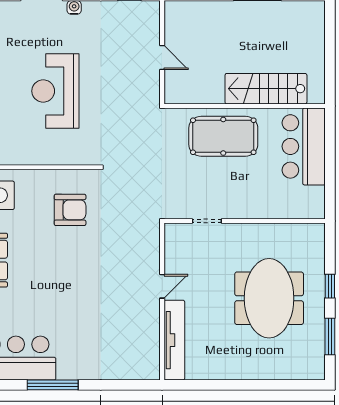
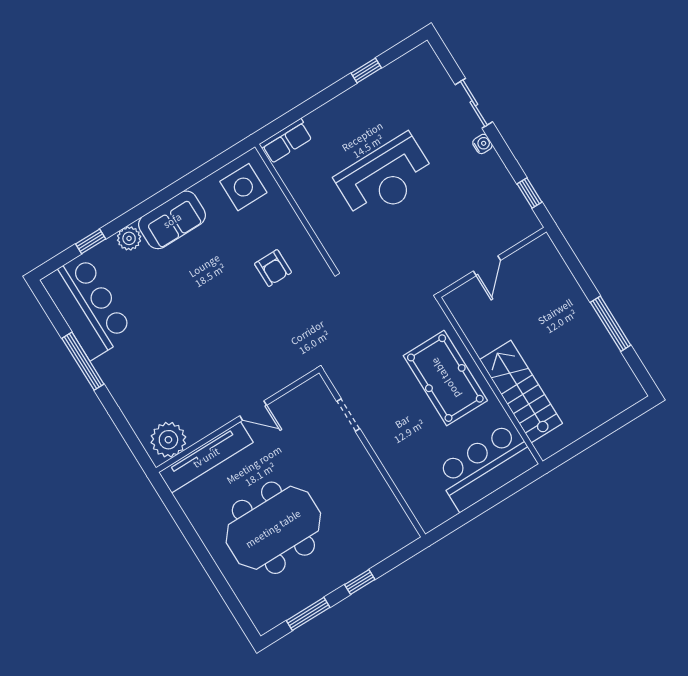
reception desk: (55, 91) -> (385, 178), turned 180
armchair: (70, 210) -> (273, 268), width x0.72, depth x0.72
meeting table: (269, 298) -> (273, 528), moved
plant: (146, 359) -> (168, 440), added

